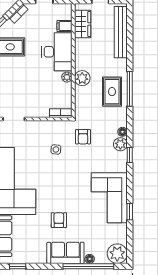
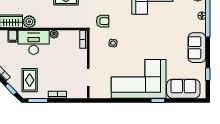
plant: (82, 78) -> (29, 22), moved
armchair: (59, 220) -> (170, 41), removed
sofa: (65, 253) -> (197, 48), moved

